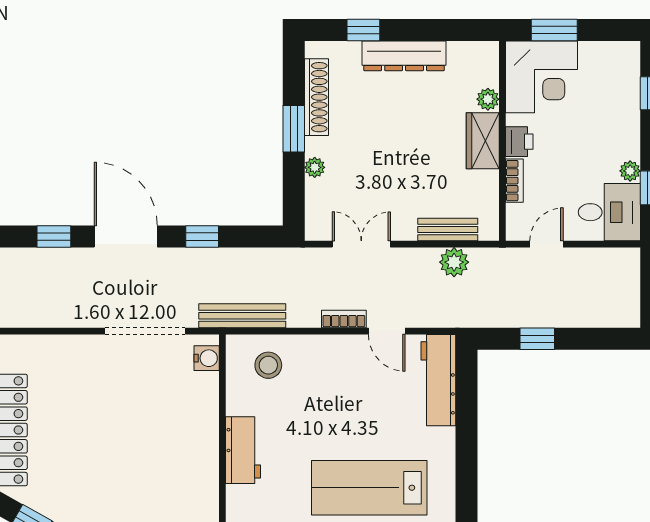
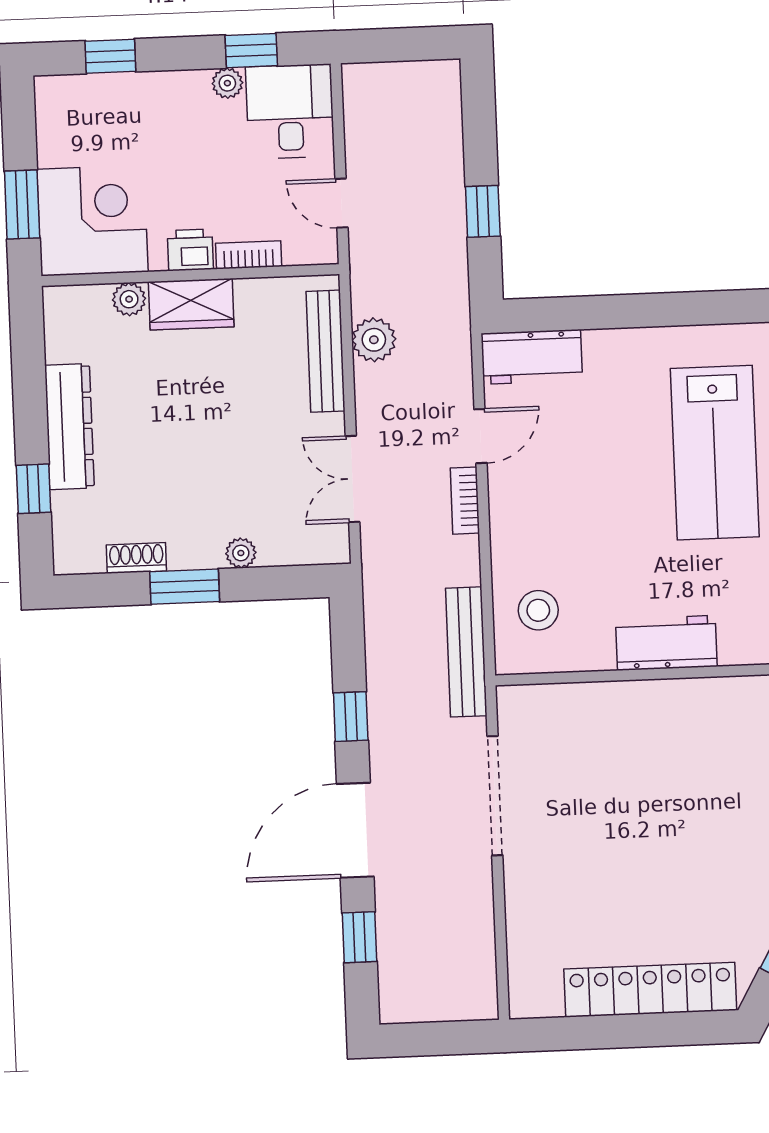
shoe rack: (316, 97) -> (136, 558), width x0.51, depth x0.81
bench: (448, 230) -> (326, 351), width x1.36
water cooler: (207, 358) -> (532, 702), removed
workbench: (438, 380) -> (532, 357), width x0.73

